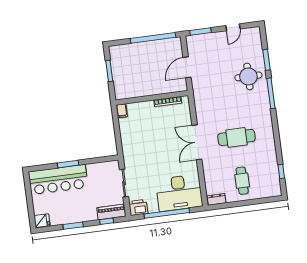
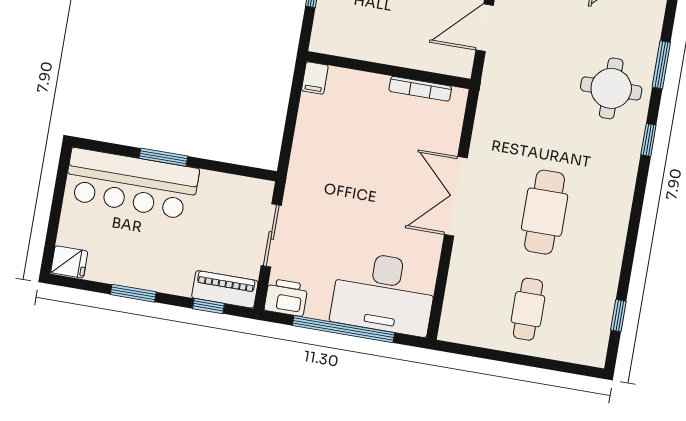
window: (271, 93) -> (648, 140), width x0.46
cafe table: (236, 137) -> (545, 212), turned 90
dresser: (217, 199) -> (460, 332), removed

